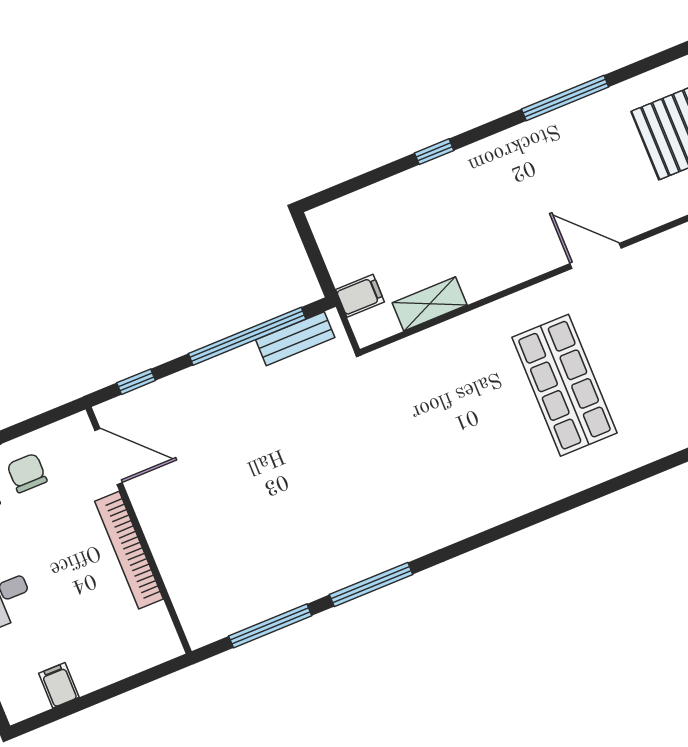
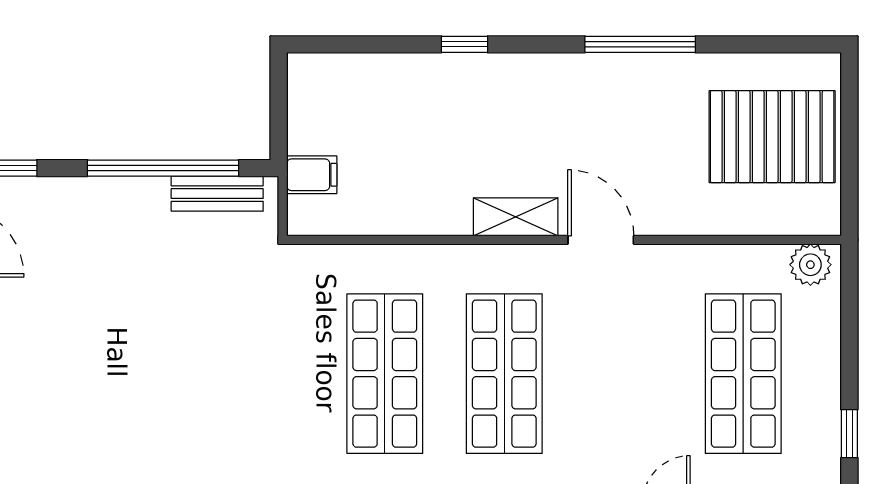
shelving: (430, 304) -> (516, 217), moved
shop shelf: (475, 422) -> (385, 374), added

